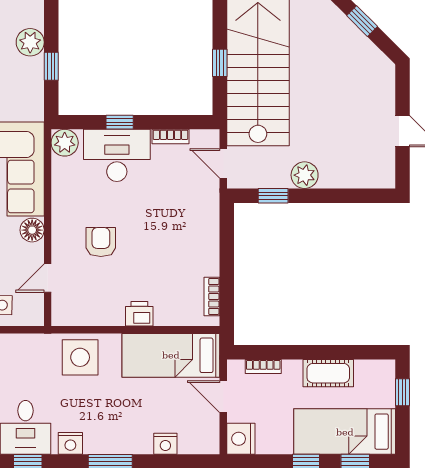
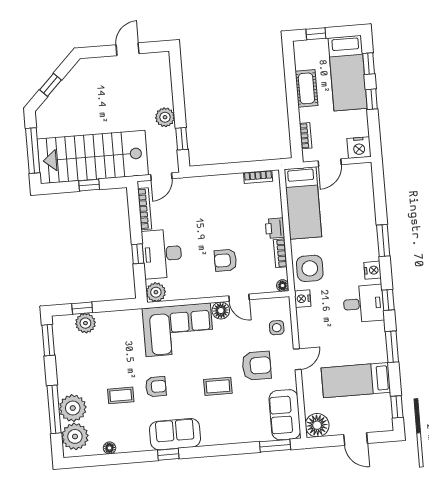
window: (51, 66) -> (82, 308), moved
bookcase: (170, 137) -> (145, 209), width x1.56
door: (48, 278) -> (239, 298), moved
floor lamp: (59, 318) -> (283, 286), added
bookcase: (104, 318) -> (280, 253), added
nightstand: (165, 444) -> (303, 299), moved, turned 180

